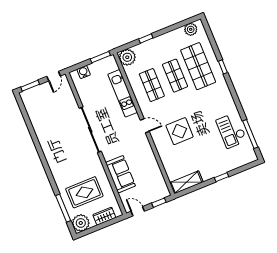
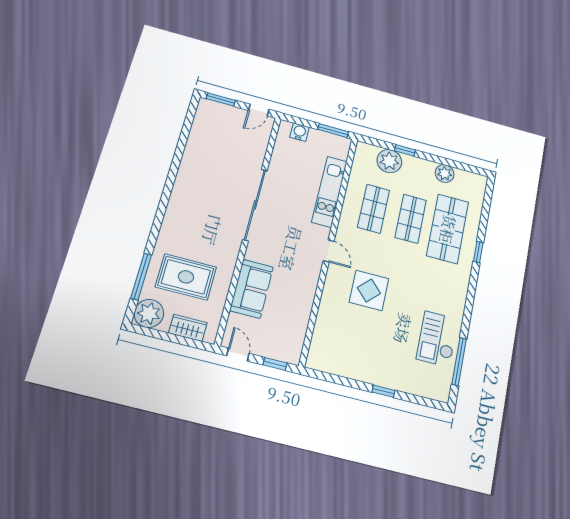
plant: (191, 29) -> (445, 174), moved
plant: (127, 57) -> (389, 161), moved
shelving: (186, 182) -> (331, 364), removed

